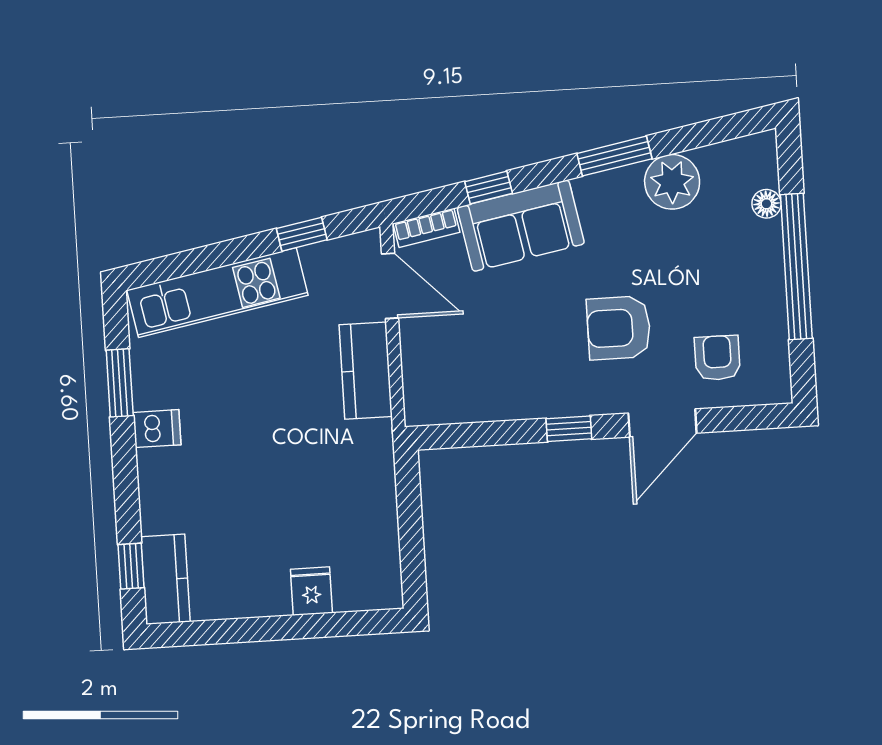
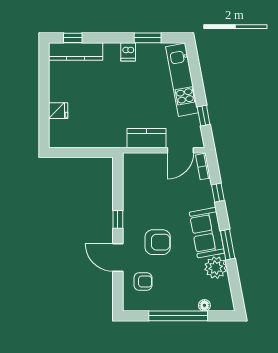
sofa: (521, 226) -> (207, 233), moved
armchair: (619, 328) -> (158, 242), turned 90
kitchen counter: (165, 579) -> (76, 52), width x1.50

